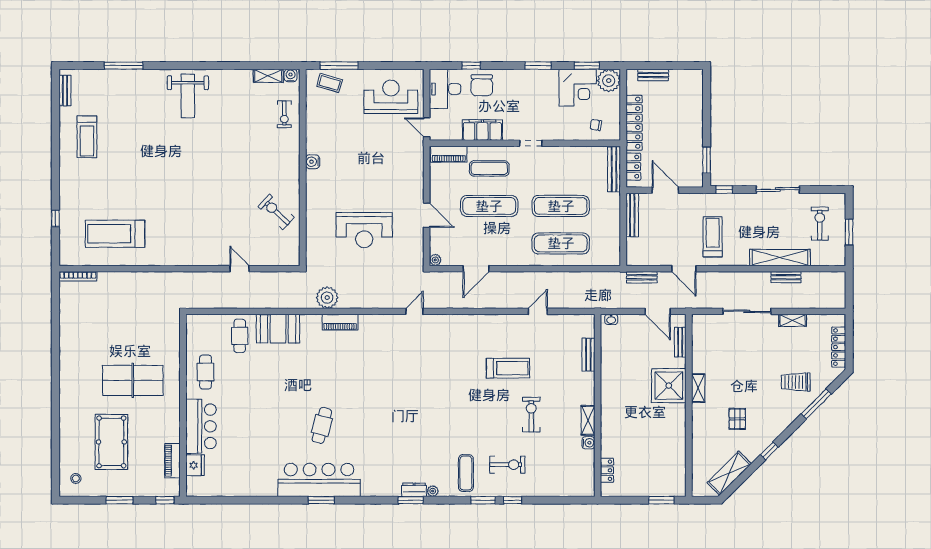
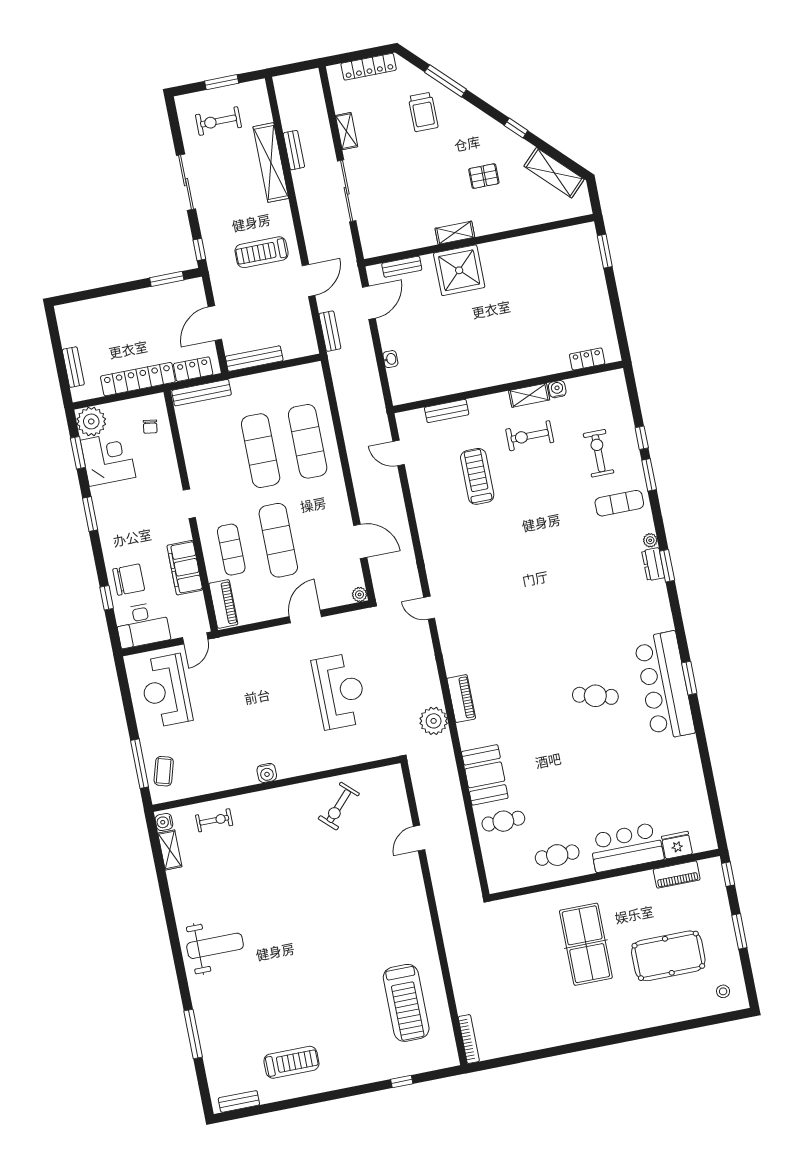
bench: (588, 355) -> (447, 411), moved
wall: (598, 405) -> (508, 387), moved
shelving: (588, 420) -> (529, 395), moved
water cooler: (588, 443) -> (557, 389), moved
locker: (607, 470) -> (587, 359), moved

